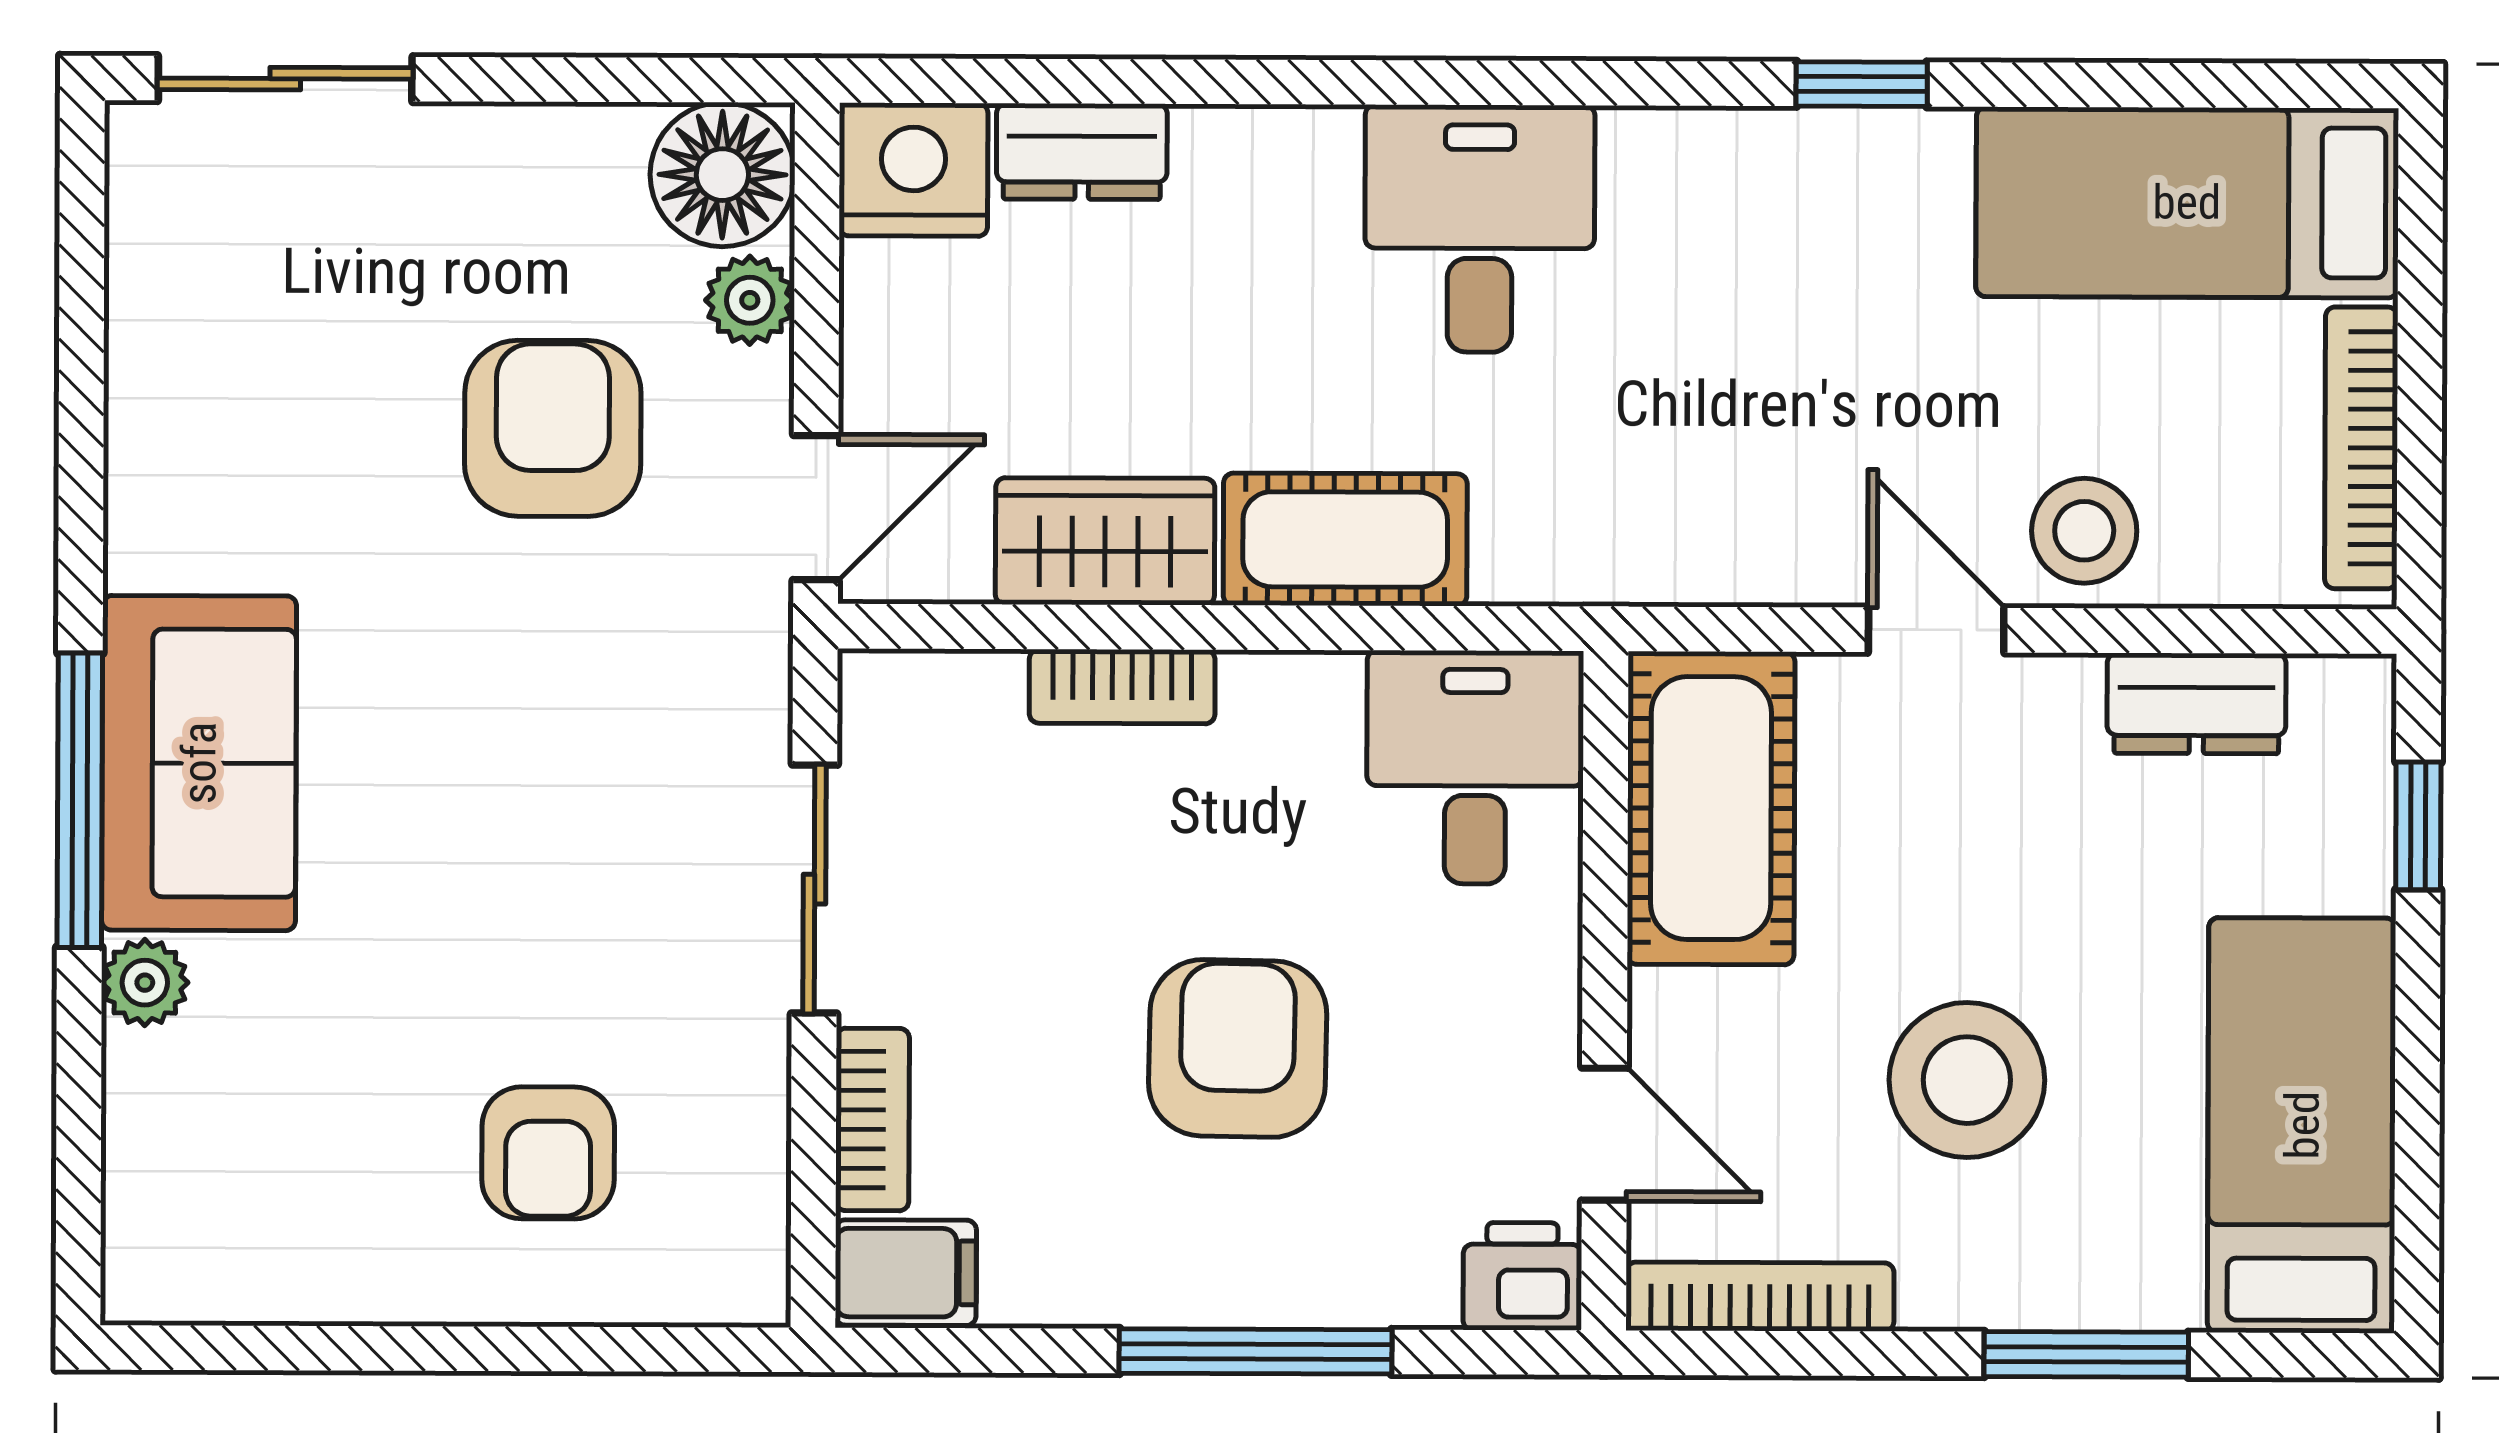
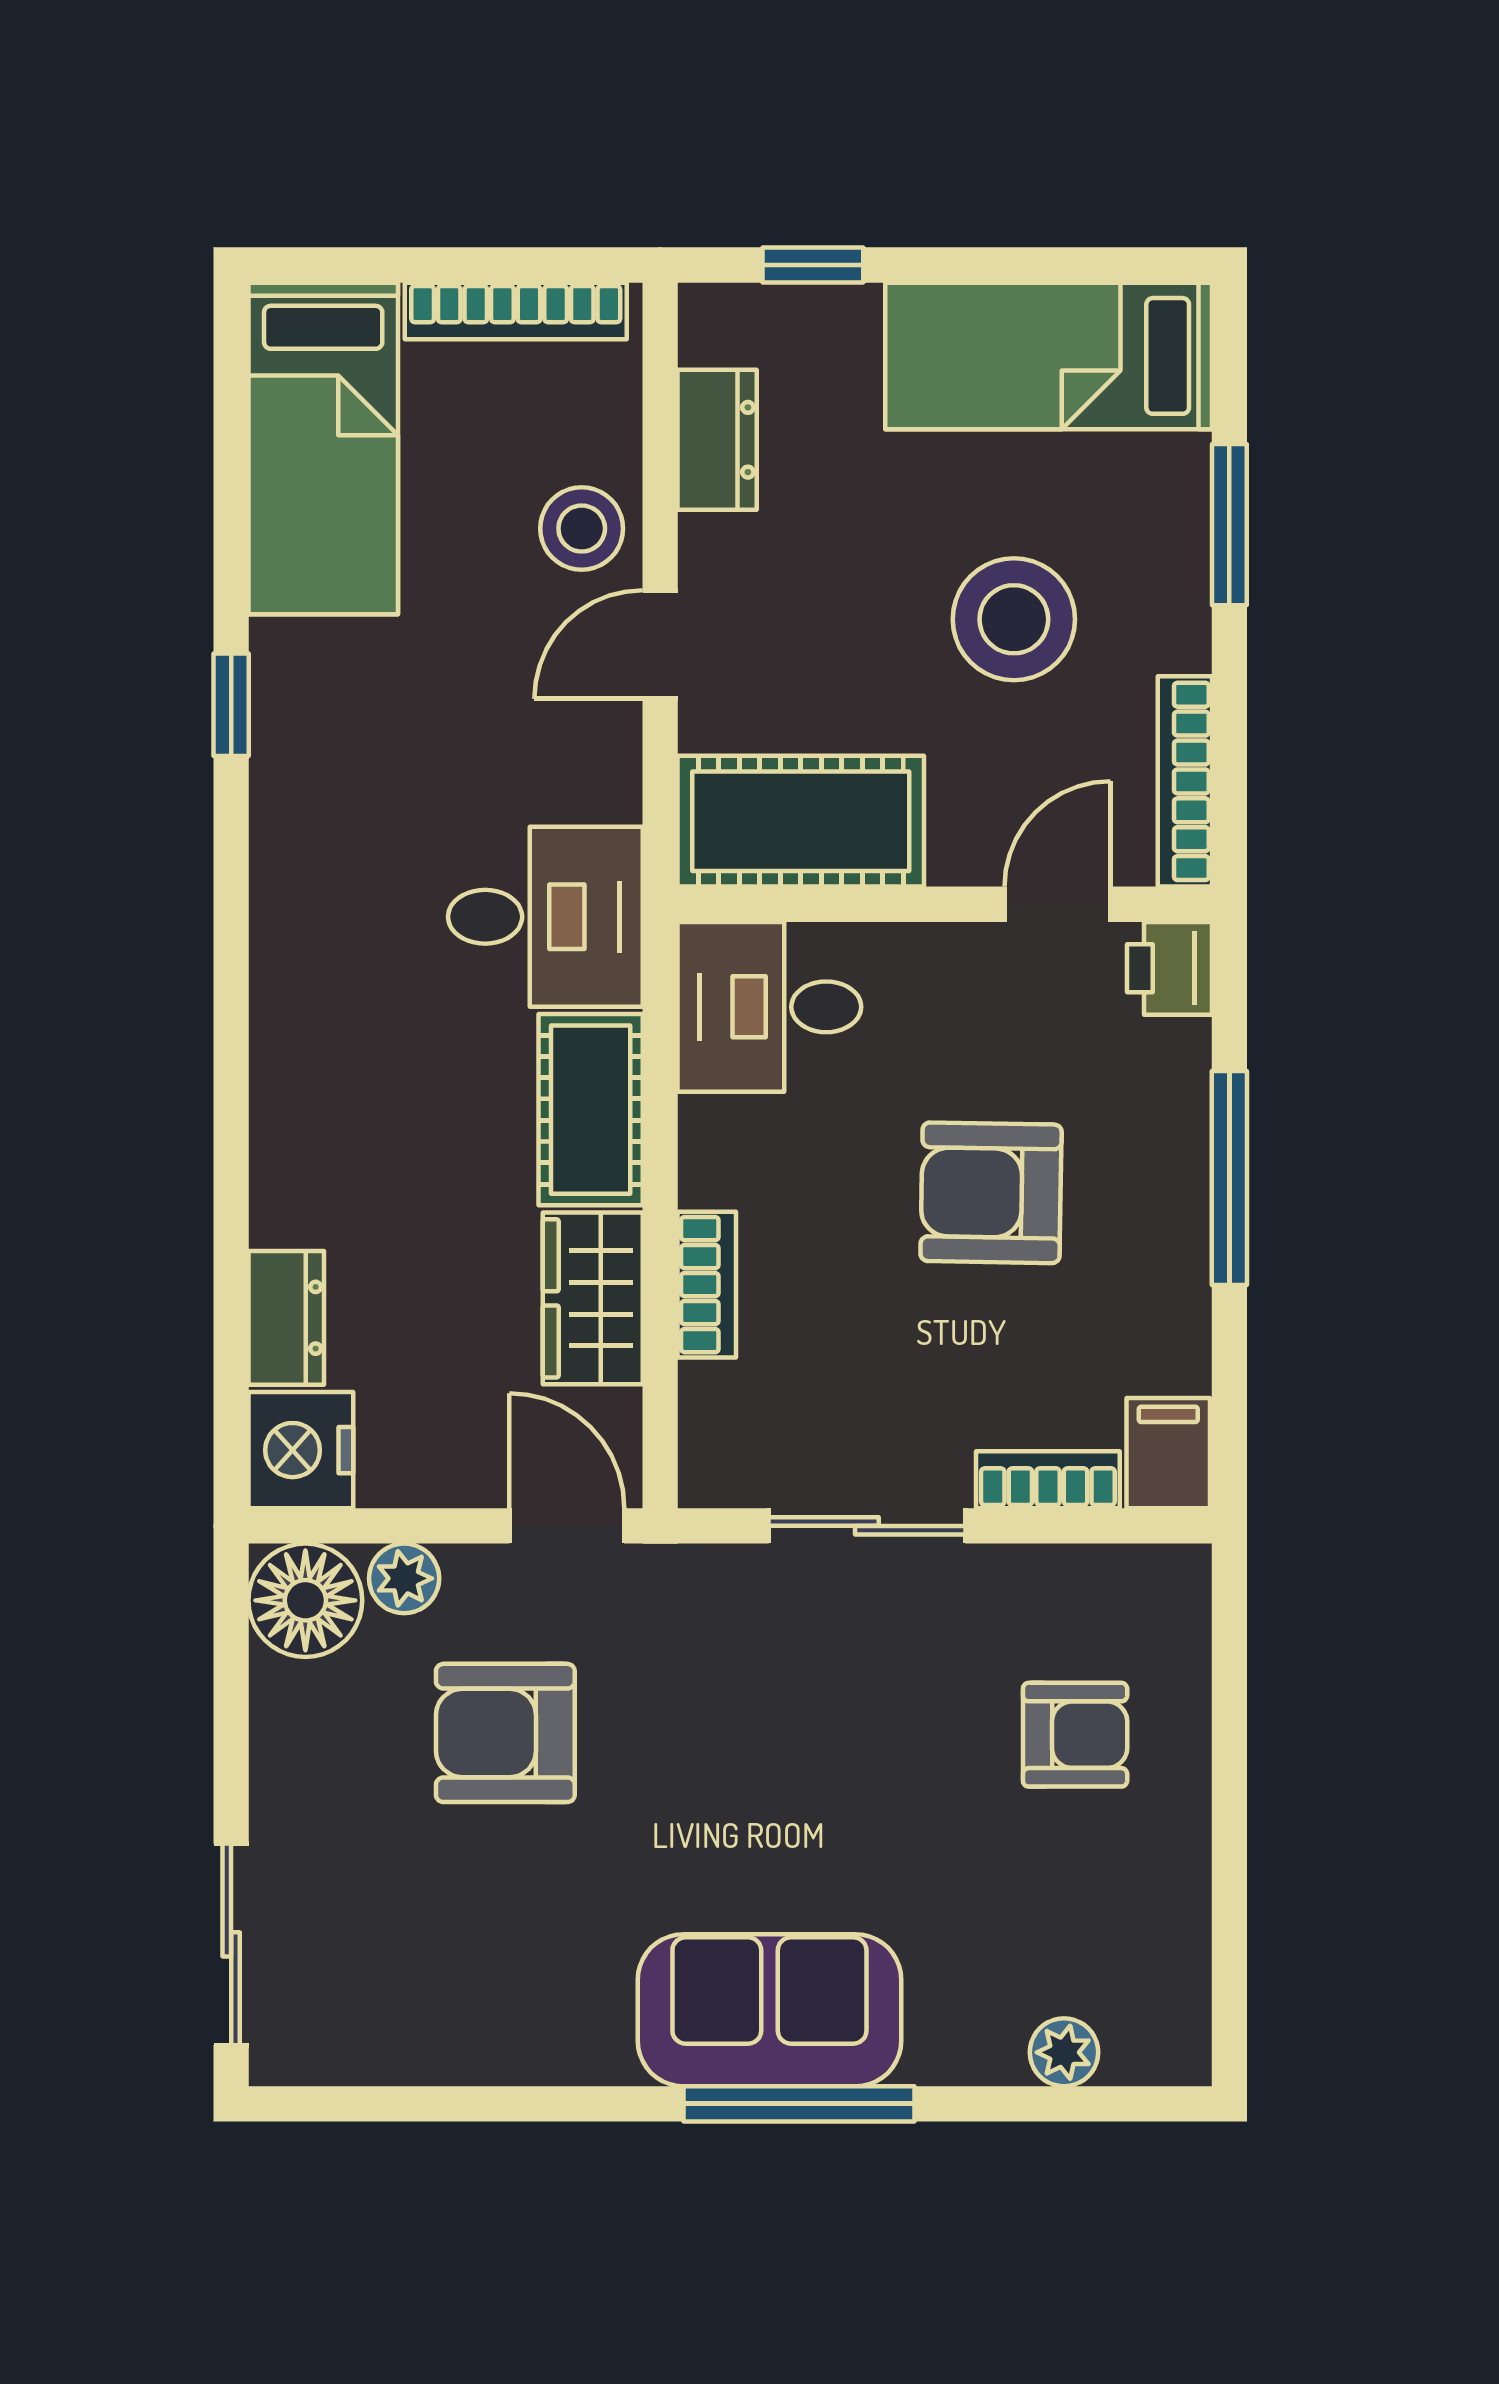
desk: (1480, 229) -> (545, 917), moved, turned 180
plant: (145, 983) -> (1064, 2052), moved

